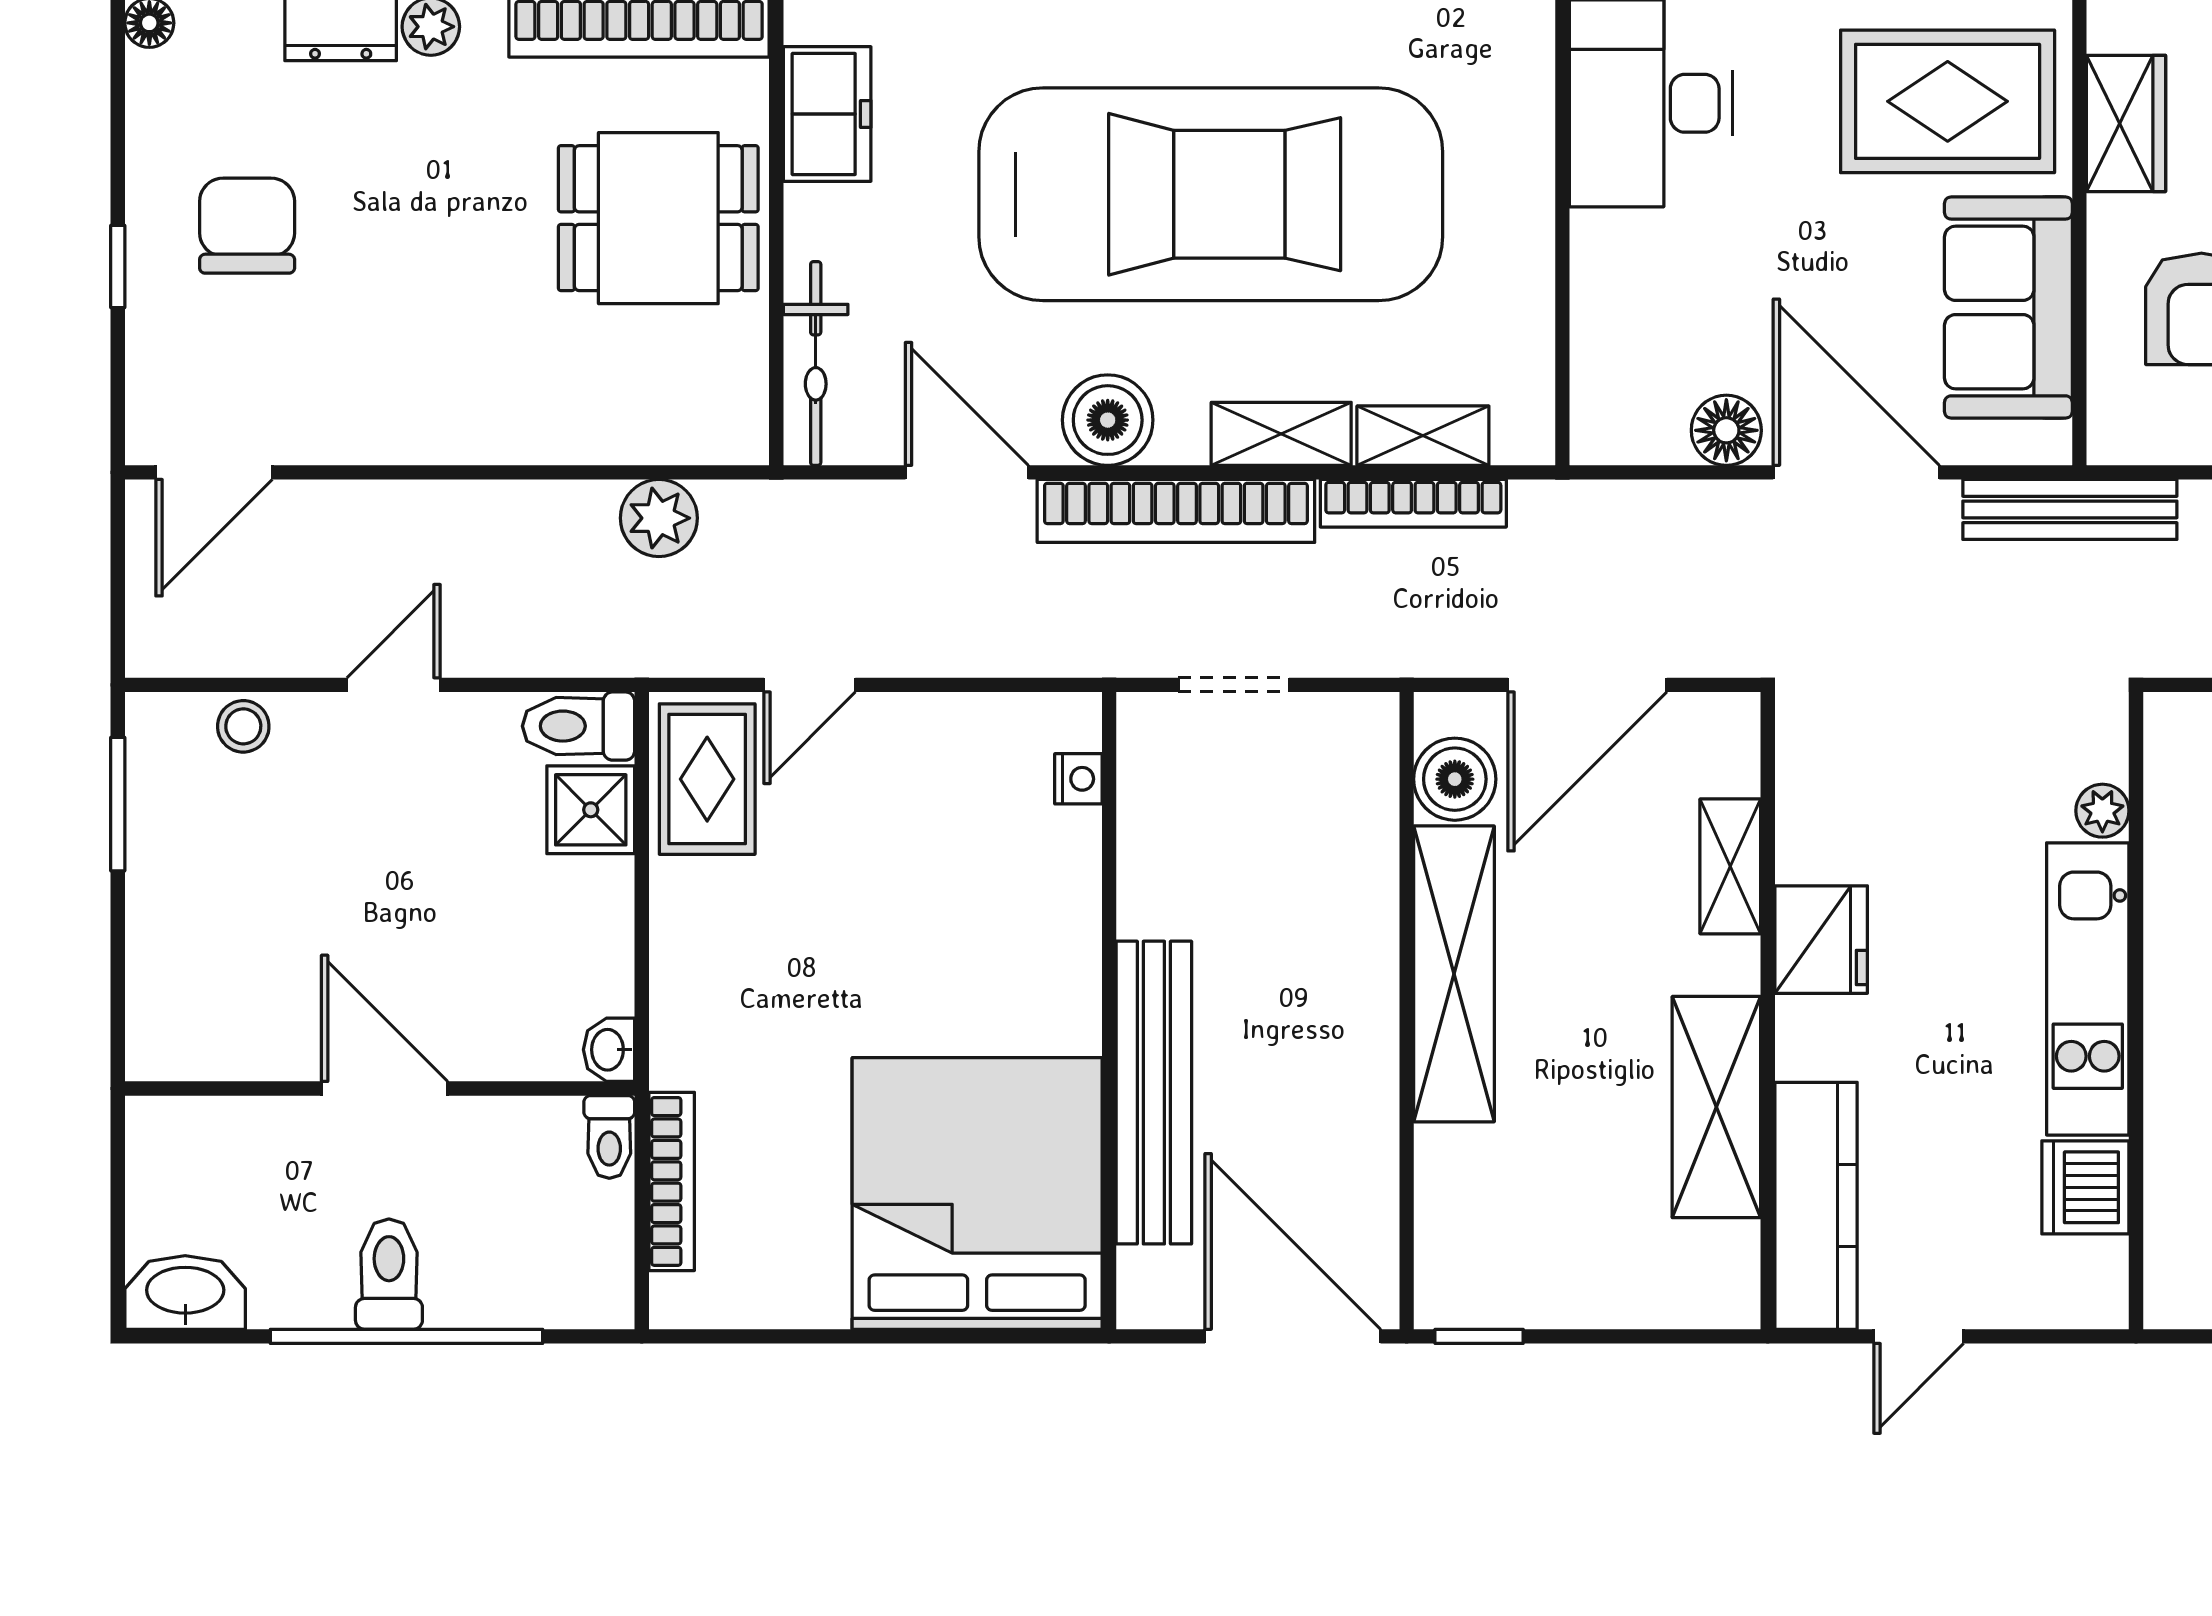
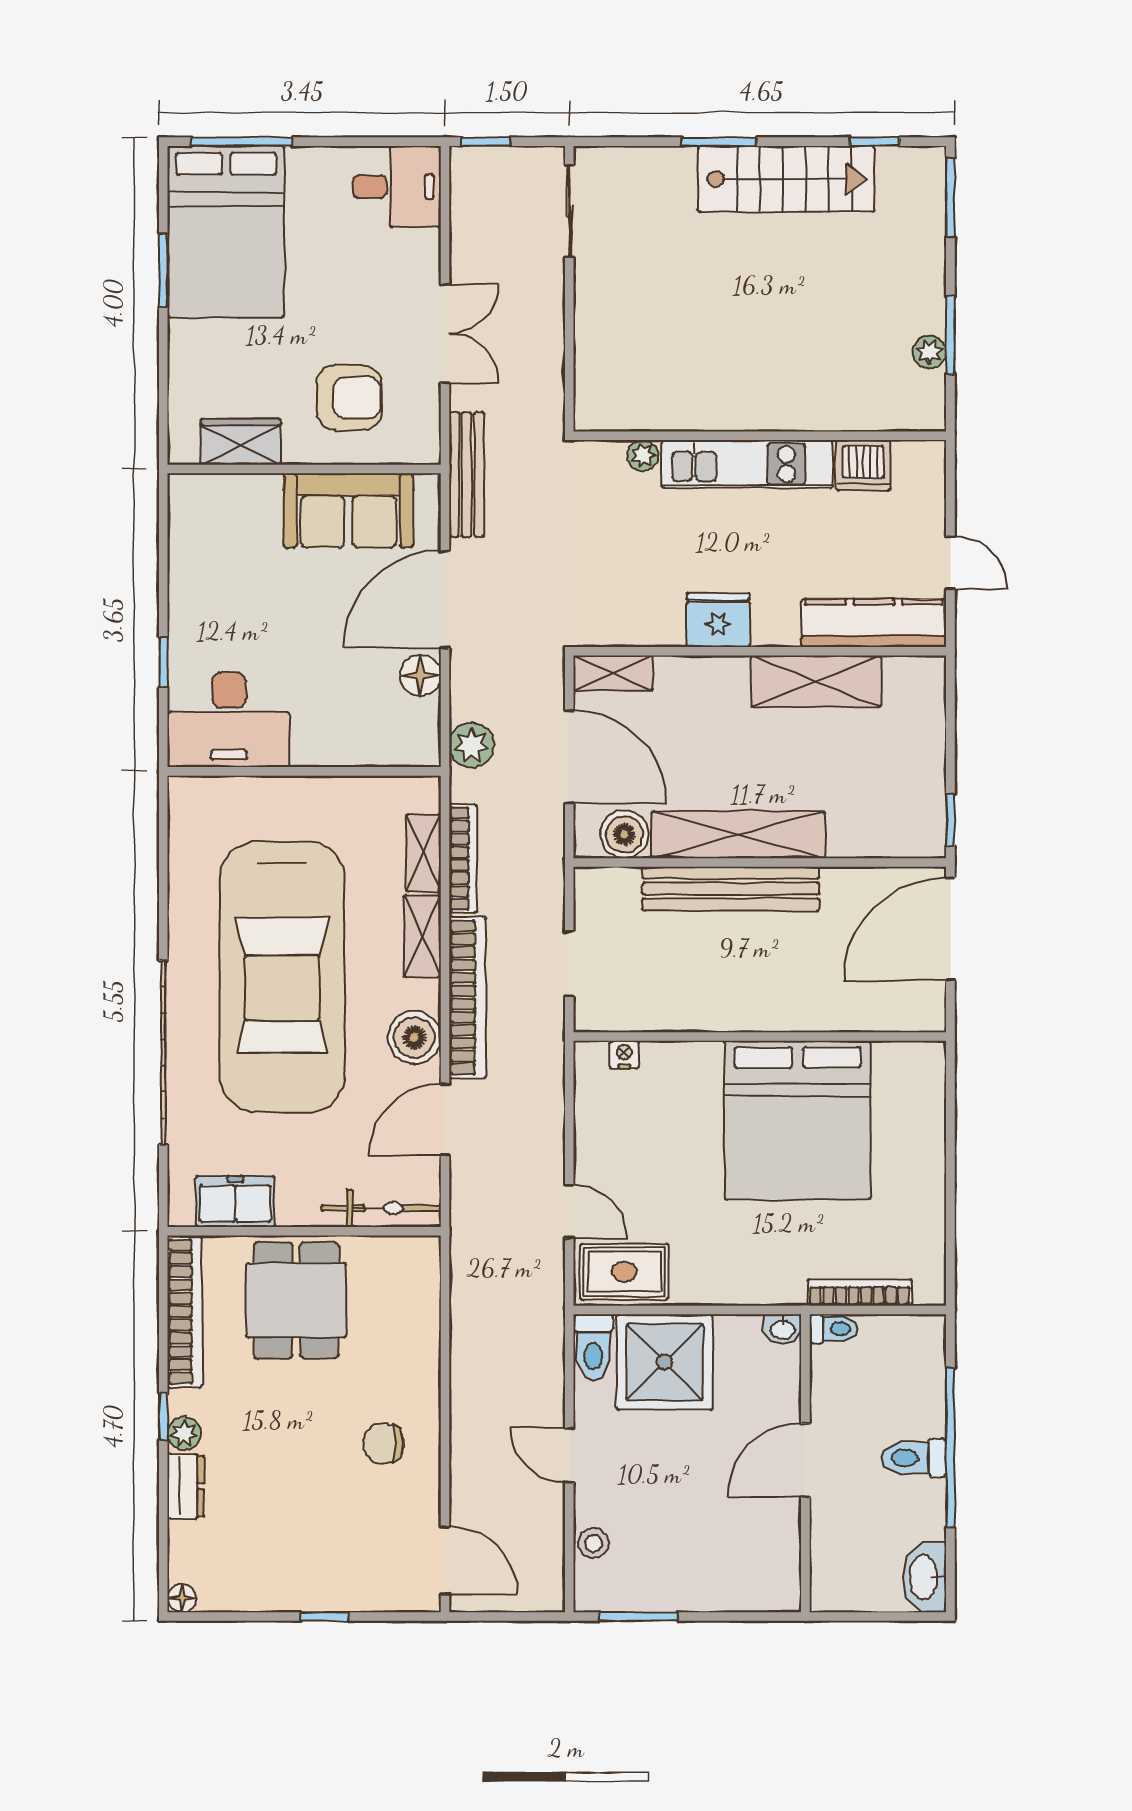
rug: (1948, 101) -> (228, 546), removed
car: (1211, 194) -> (282, 977), turned 180
chair: (247, 226) -> (383, 1443), moved, width x0.73, depth x0.73
plant: (659, 518) -> (472, 745), moved
shower: (591, 810) -> (665, 1362), width x1.86, depth x1.86
shelving: (1730, 866) -> (613, 673), moved
bench: (1154, 1093) -> (731, 889), moved
bed: (977, 1193) -> (798, 1120), moved, turned -90

